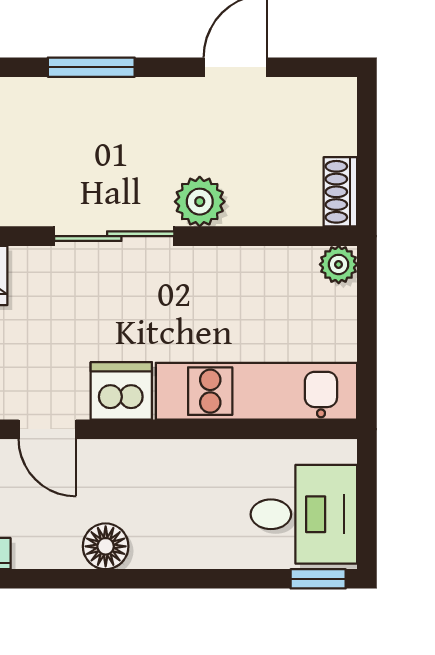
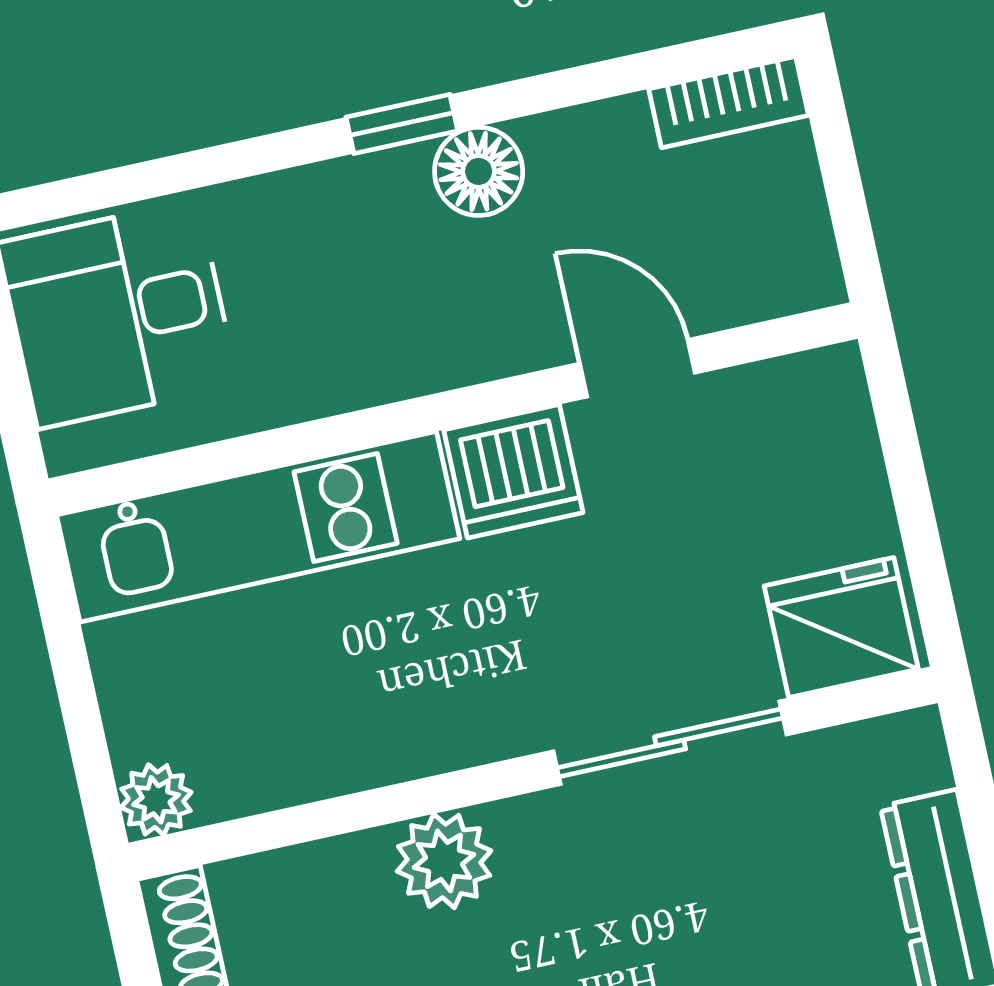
sliding door: (114, 236) -> (670, 743), moved
window: (318, 579) -> (402, 124), moved

